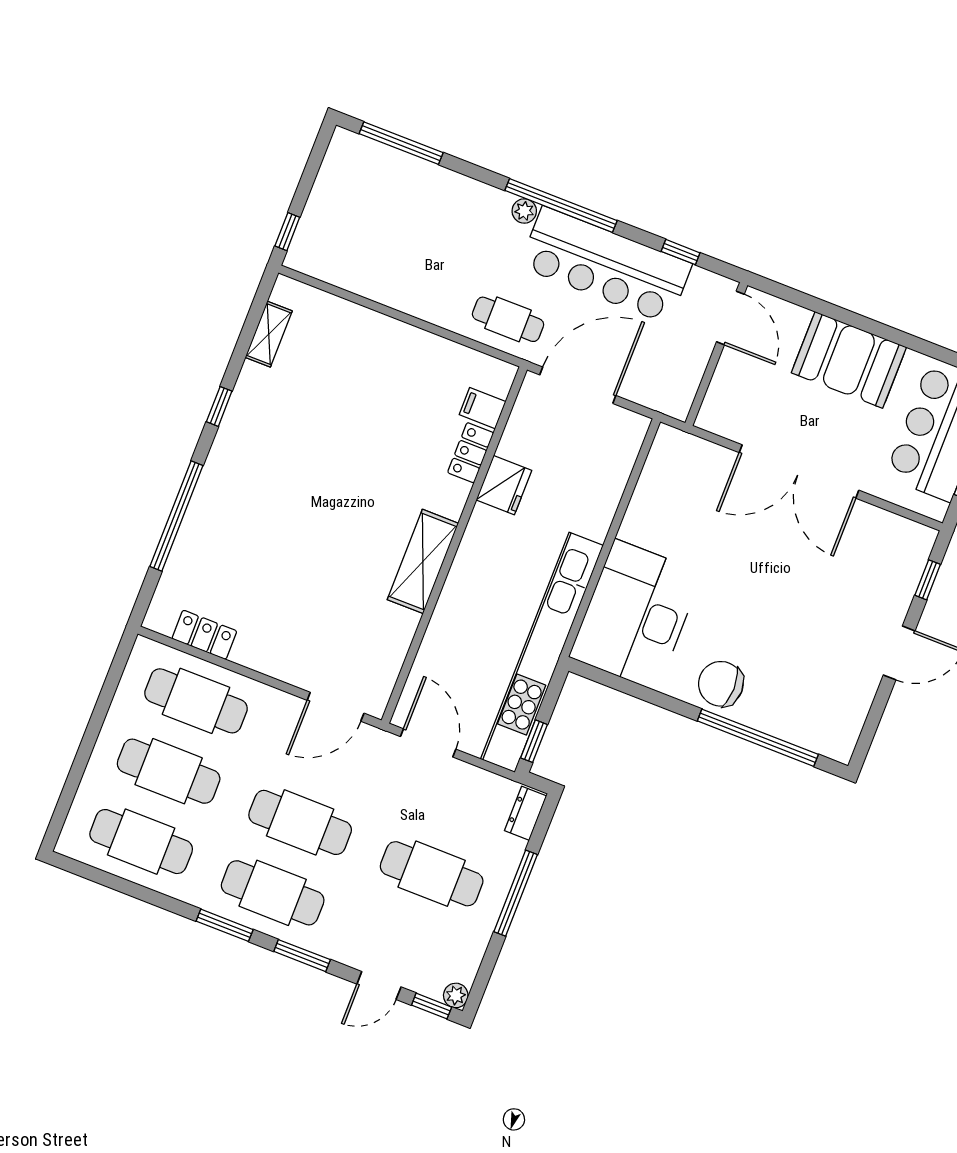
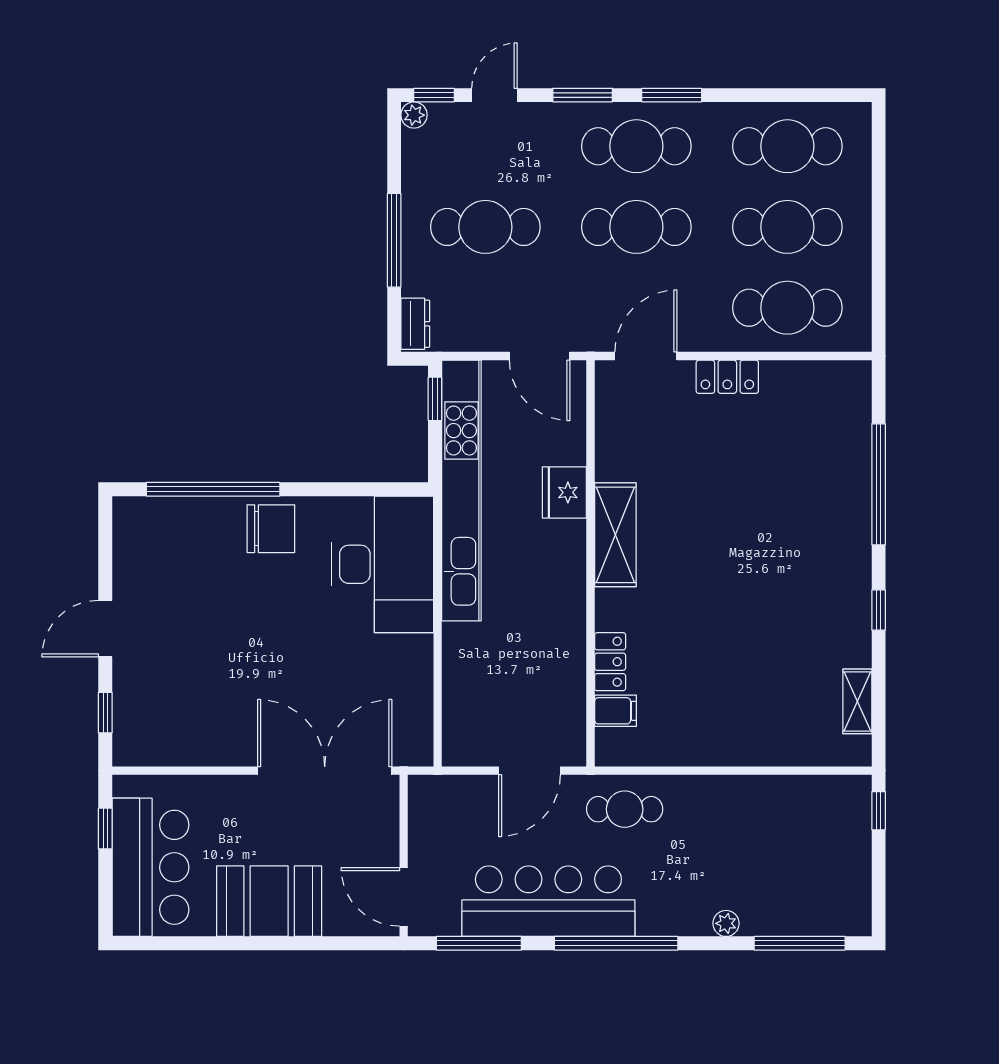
plant: (524, 211) -> (726, 923), moved
window: (681, 252) -> (479, 943), width x2.17
door: (578, 385) -> (529, 771), width x0.73
double door: (799, 471) -> (325, 771), moved
fridge: (504, 485) -> (564, 492), moved
locker: (204, 635) -> (727, 377), moved

